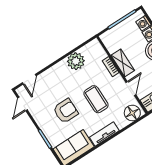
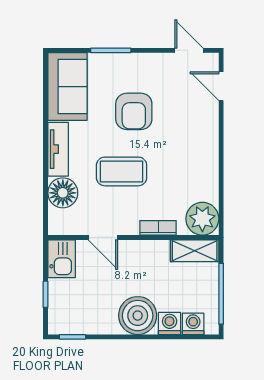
plant: (76, 61) -> (202, 219), moved
shelving: (123, 63) -> (195, 251), moved
floor lamp: (132, 113) -> (63, 193), moved

